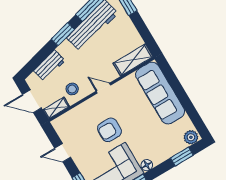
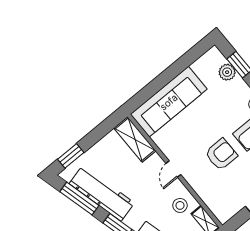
armchair: (109, 130) -> (221, 154), turned -90
plant: (191, 137) -> (227, 72), moved

